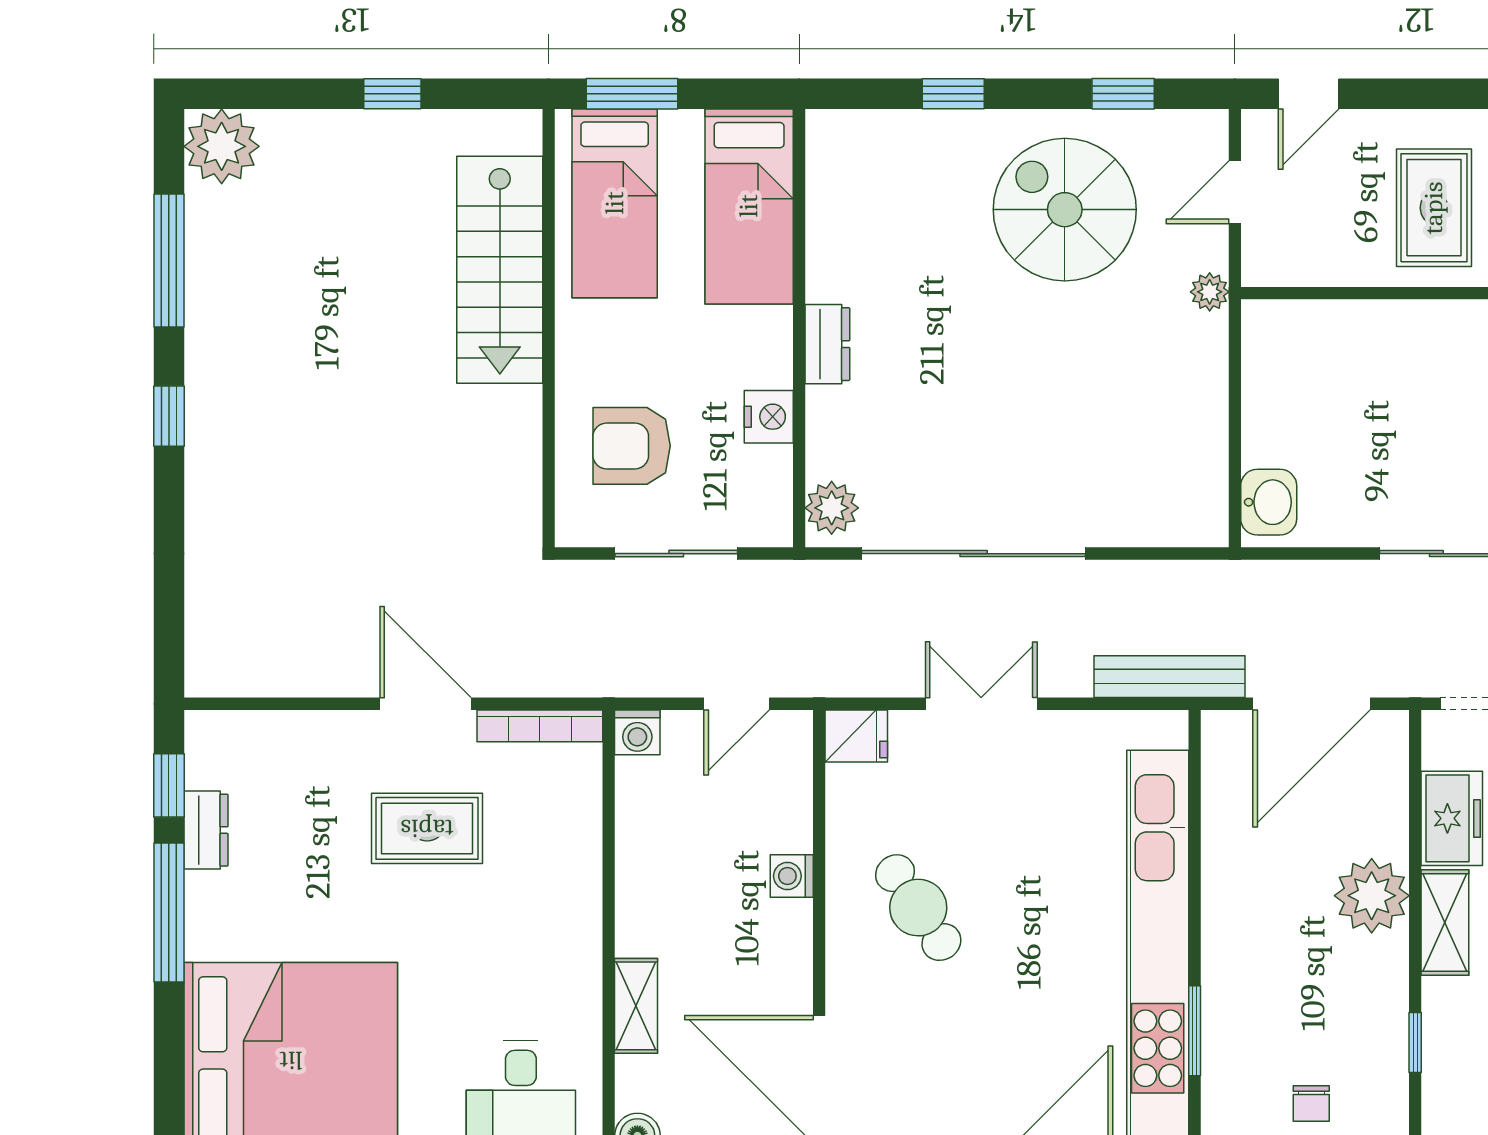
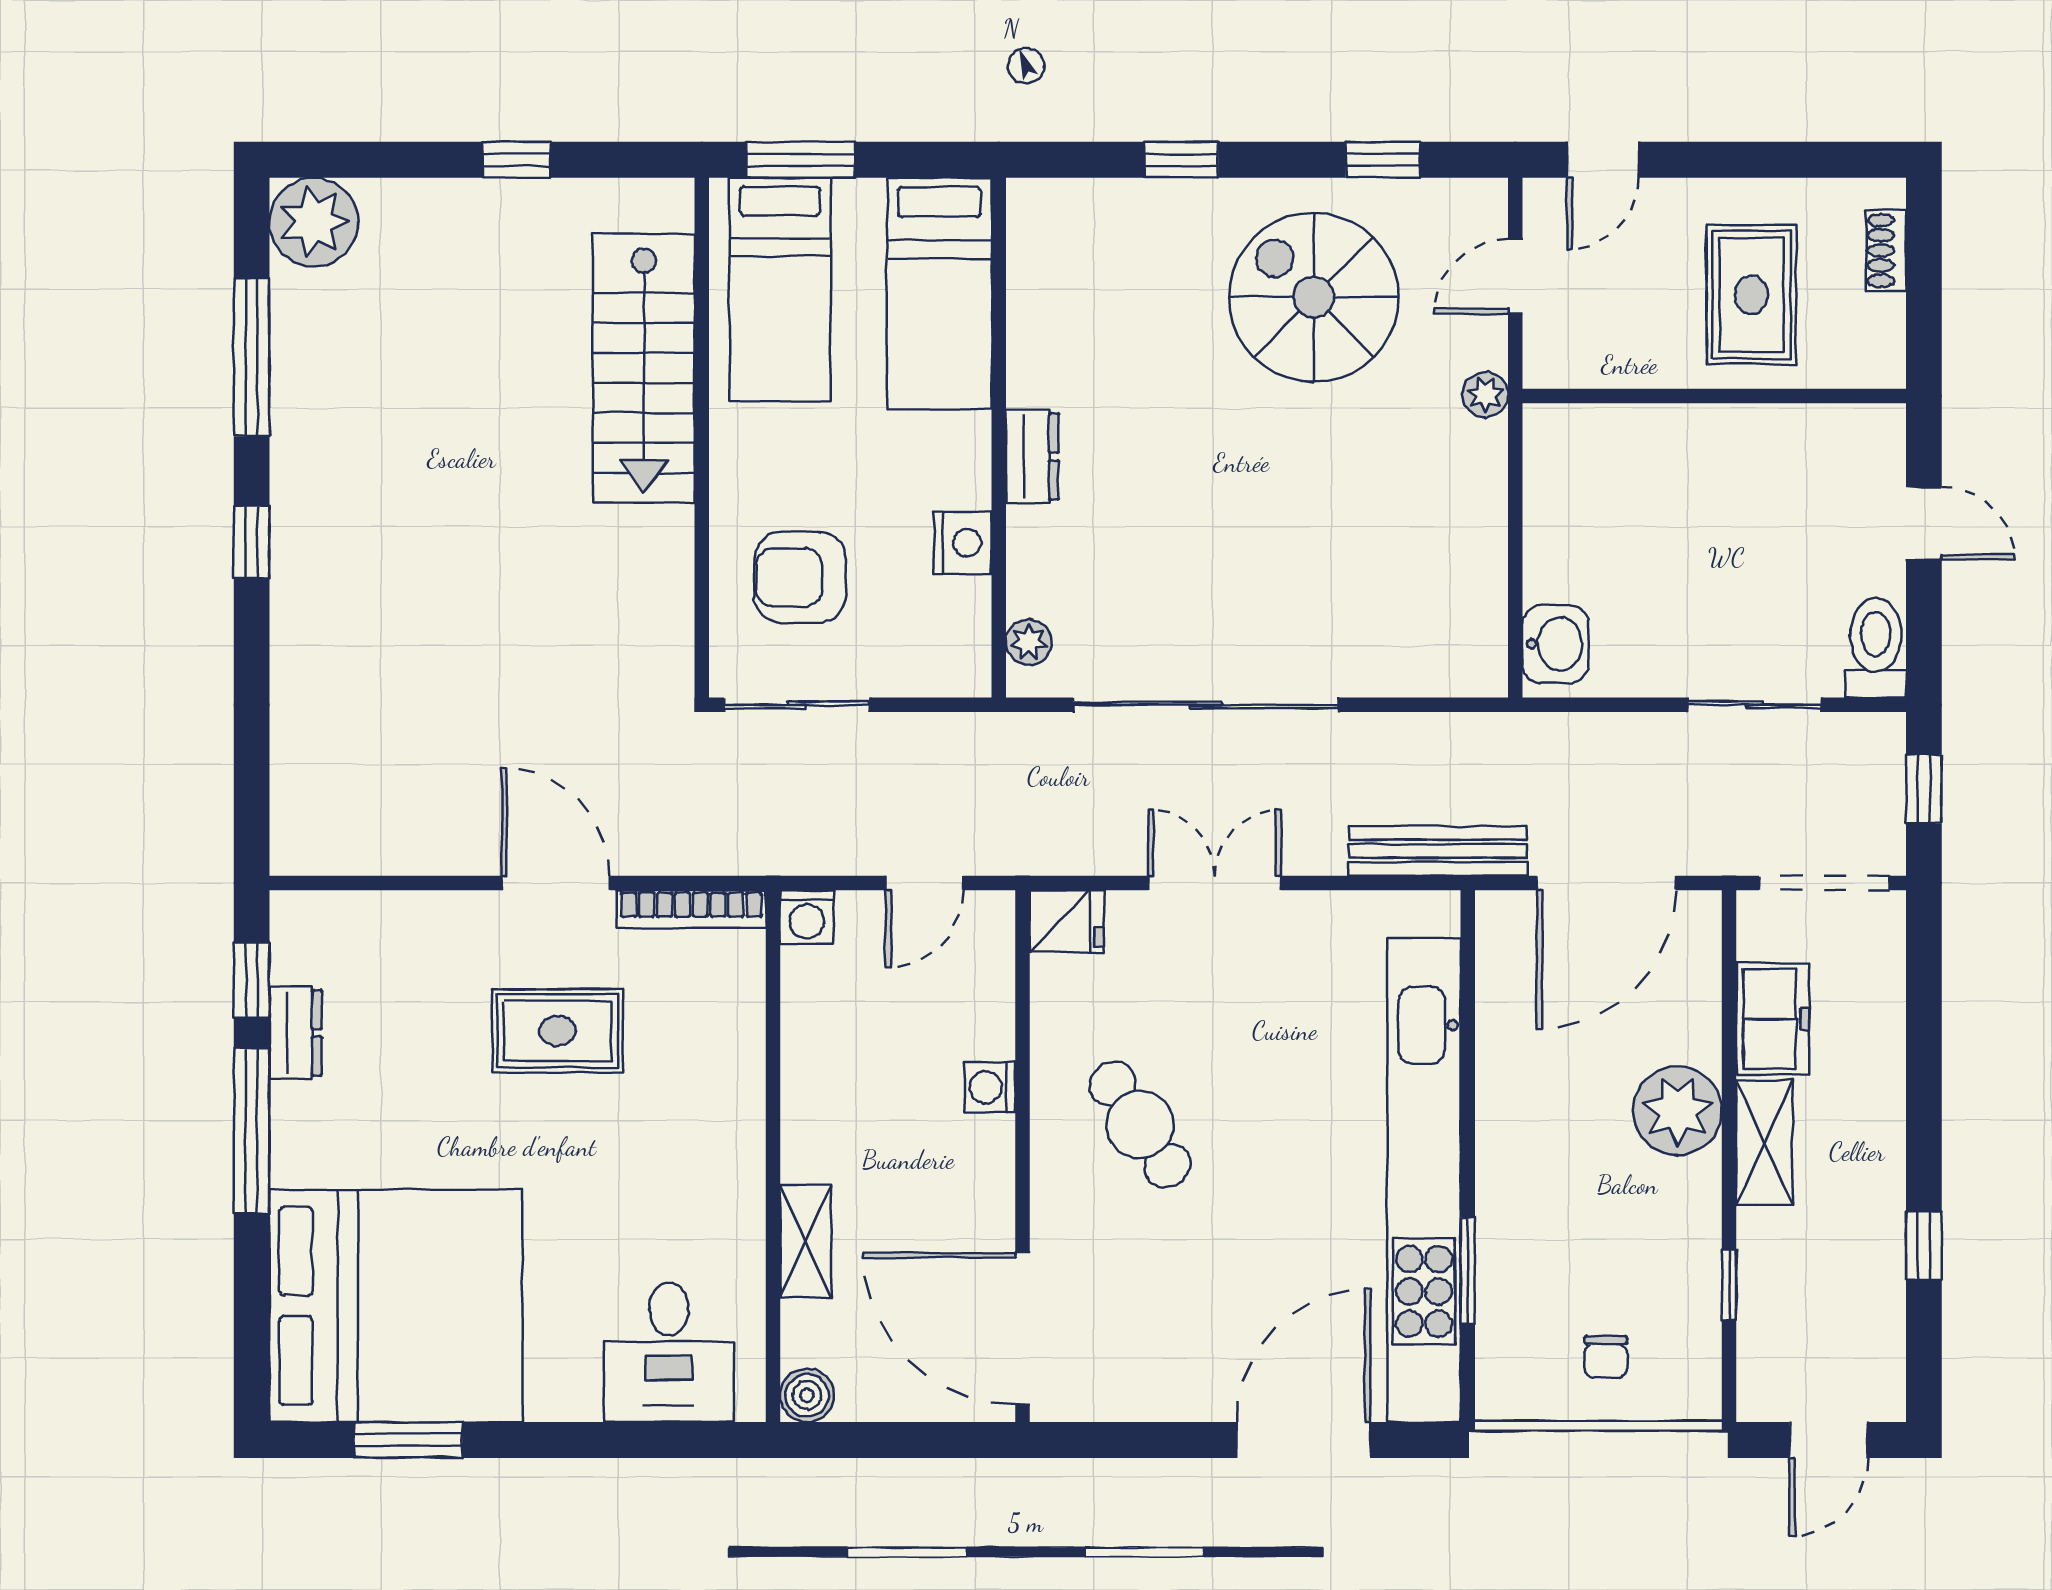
plant: (832, 508) -> (1029, 642), width x0.73, depth x0.73
sliding door: (676, 554) -> (797, 705), moved

